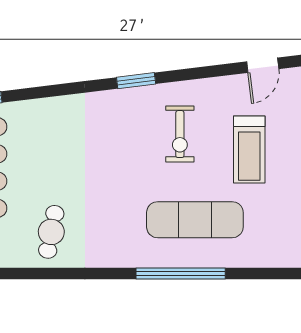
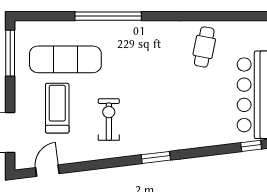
window: (136, 81) -> (156, 157), moved
exercise mat: (195, 220) -> (65, 59), moved

